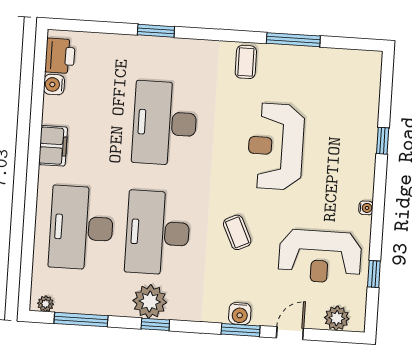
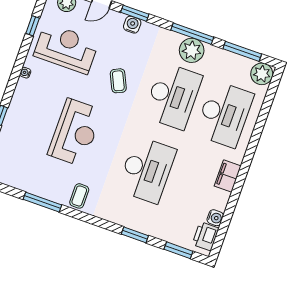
window: (91, 27) -> (178, 250), added
plant: (46, 304) -> (262, 74), width x1.87, depth x1.87
window: (155, 324) -> (192, 34), width x2.17

